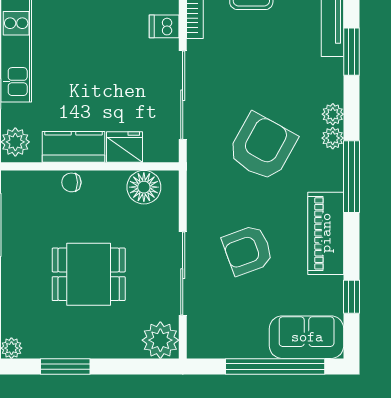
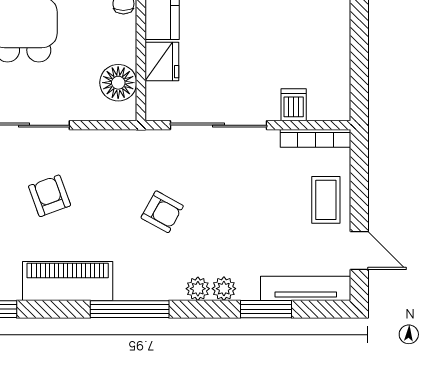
plant: (333, 138) -> (224, 289), moved
armchair: (262, 147) -> (162, 212), width x0.53, depth x0.53
armchair: (248, 250) -> (50, 196), width x0.72, depth x0.72

